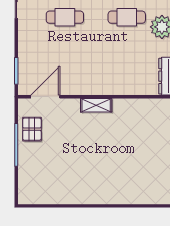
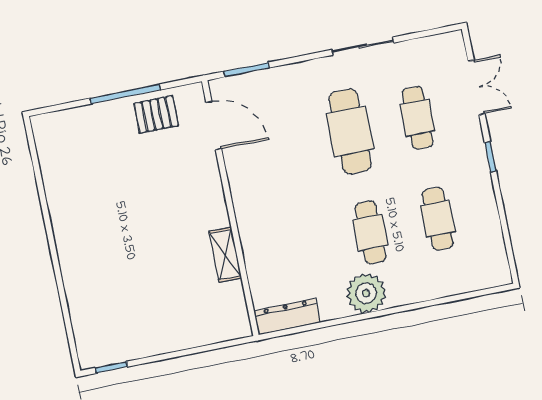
cafe table: (65, 17) -> (350, 131), width x1.37, depth x1.35
shelving: (96, 105) -> (225, 255), moved

